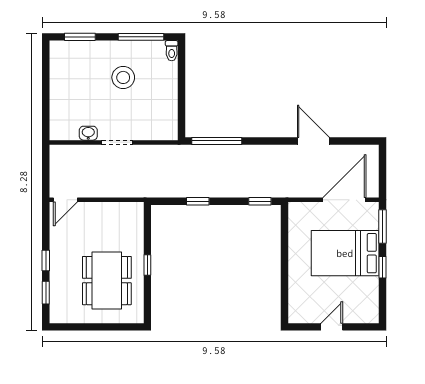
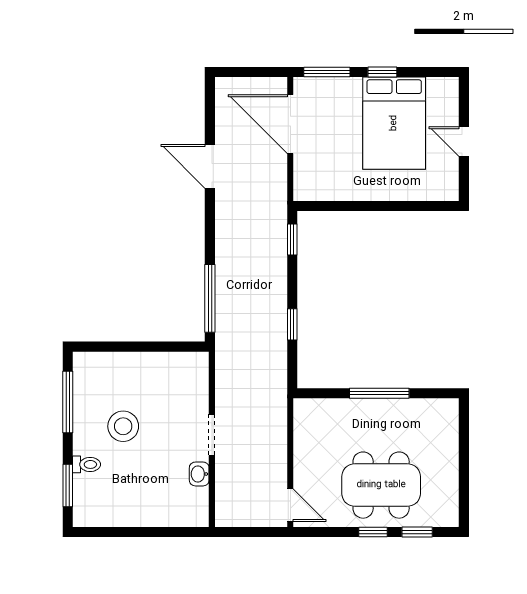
toilet: (172, 51) -> (87, 464), moved
door: (313, 141) -> (210, 166), hinge flipped
bed: (345, 253) -> (394, 123), moved
window: (147, 265) -> (379, 393), width x2.17
dining table: (107, 281) -> (381, 485), moved

